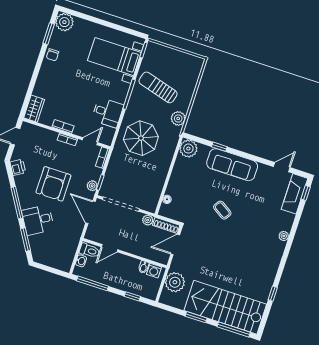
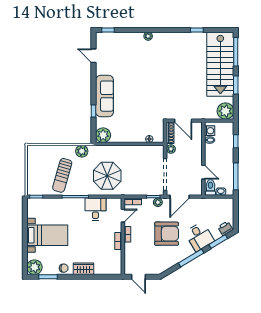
bed with nightstands: (114, 57) -> (47, 235), moved, turned -90
wardrobe: (34, 109) -> (84, 269), moved
door: (90, 141) -> (123, 216), swing flipped
printer: (18, 167) -> (225, 228), moved
fireplace: (295, 194) -> (112, 39), removed
coffee table: (222, 210) -> (143, 92), removed
plant: (175, 282) -> (225, 111), moved

